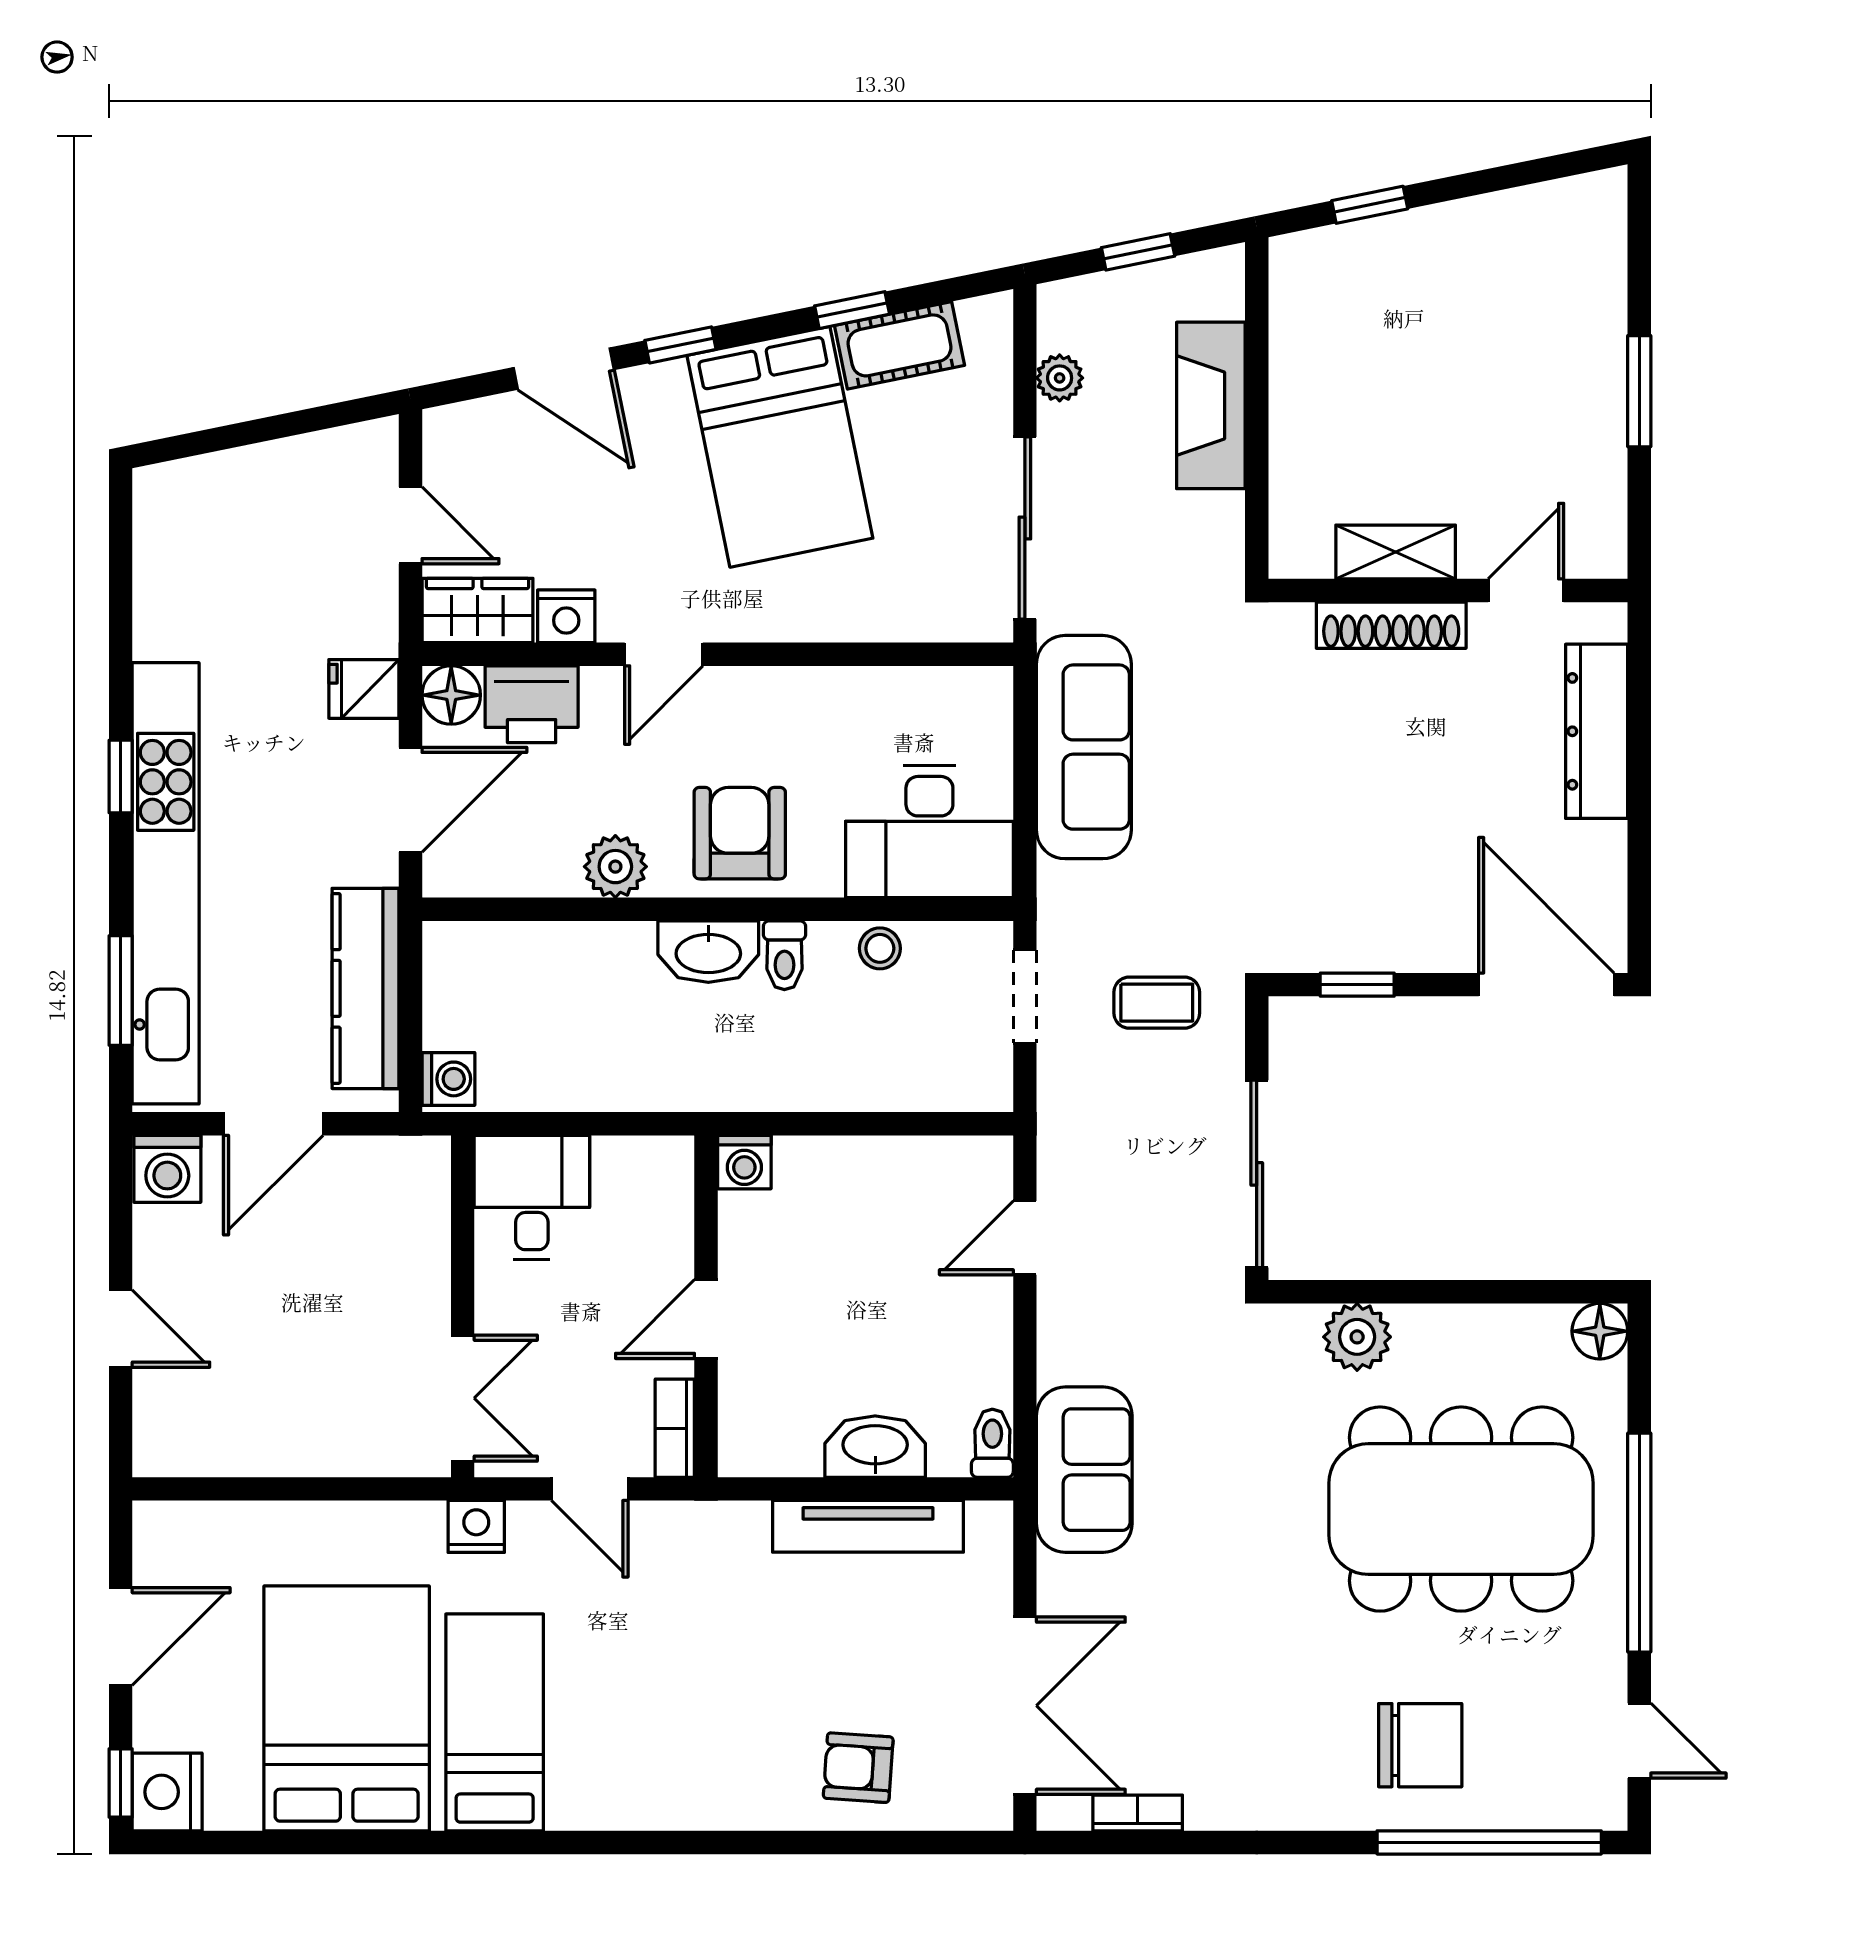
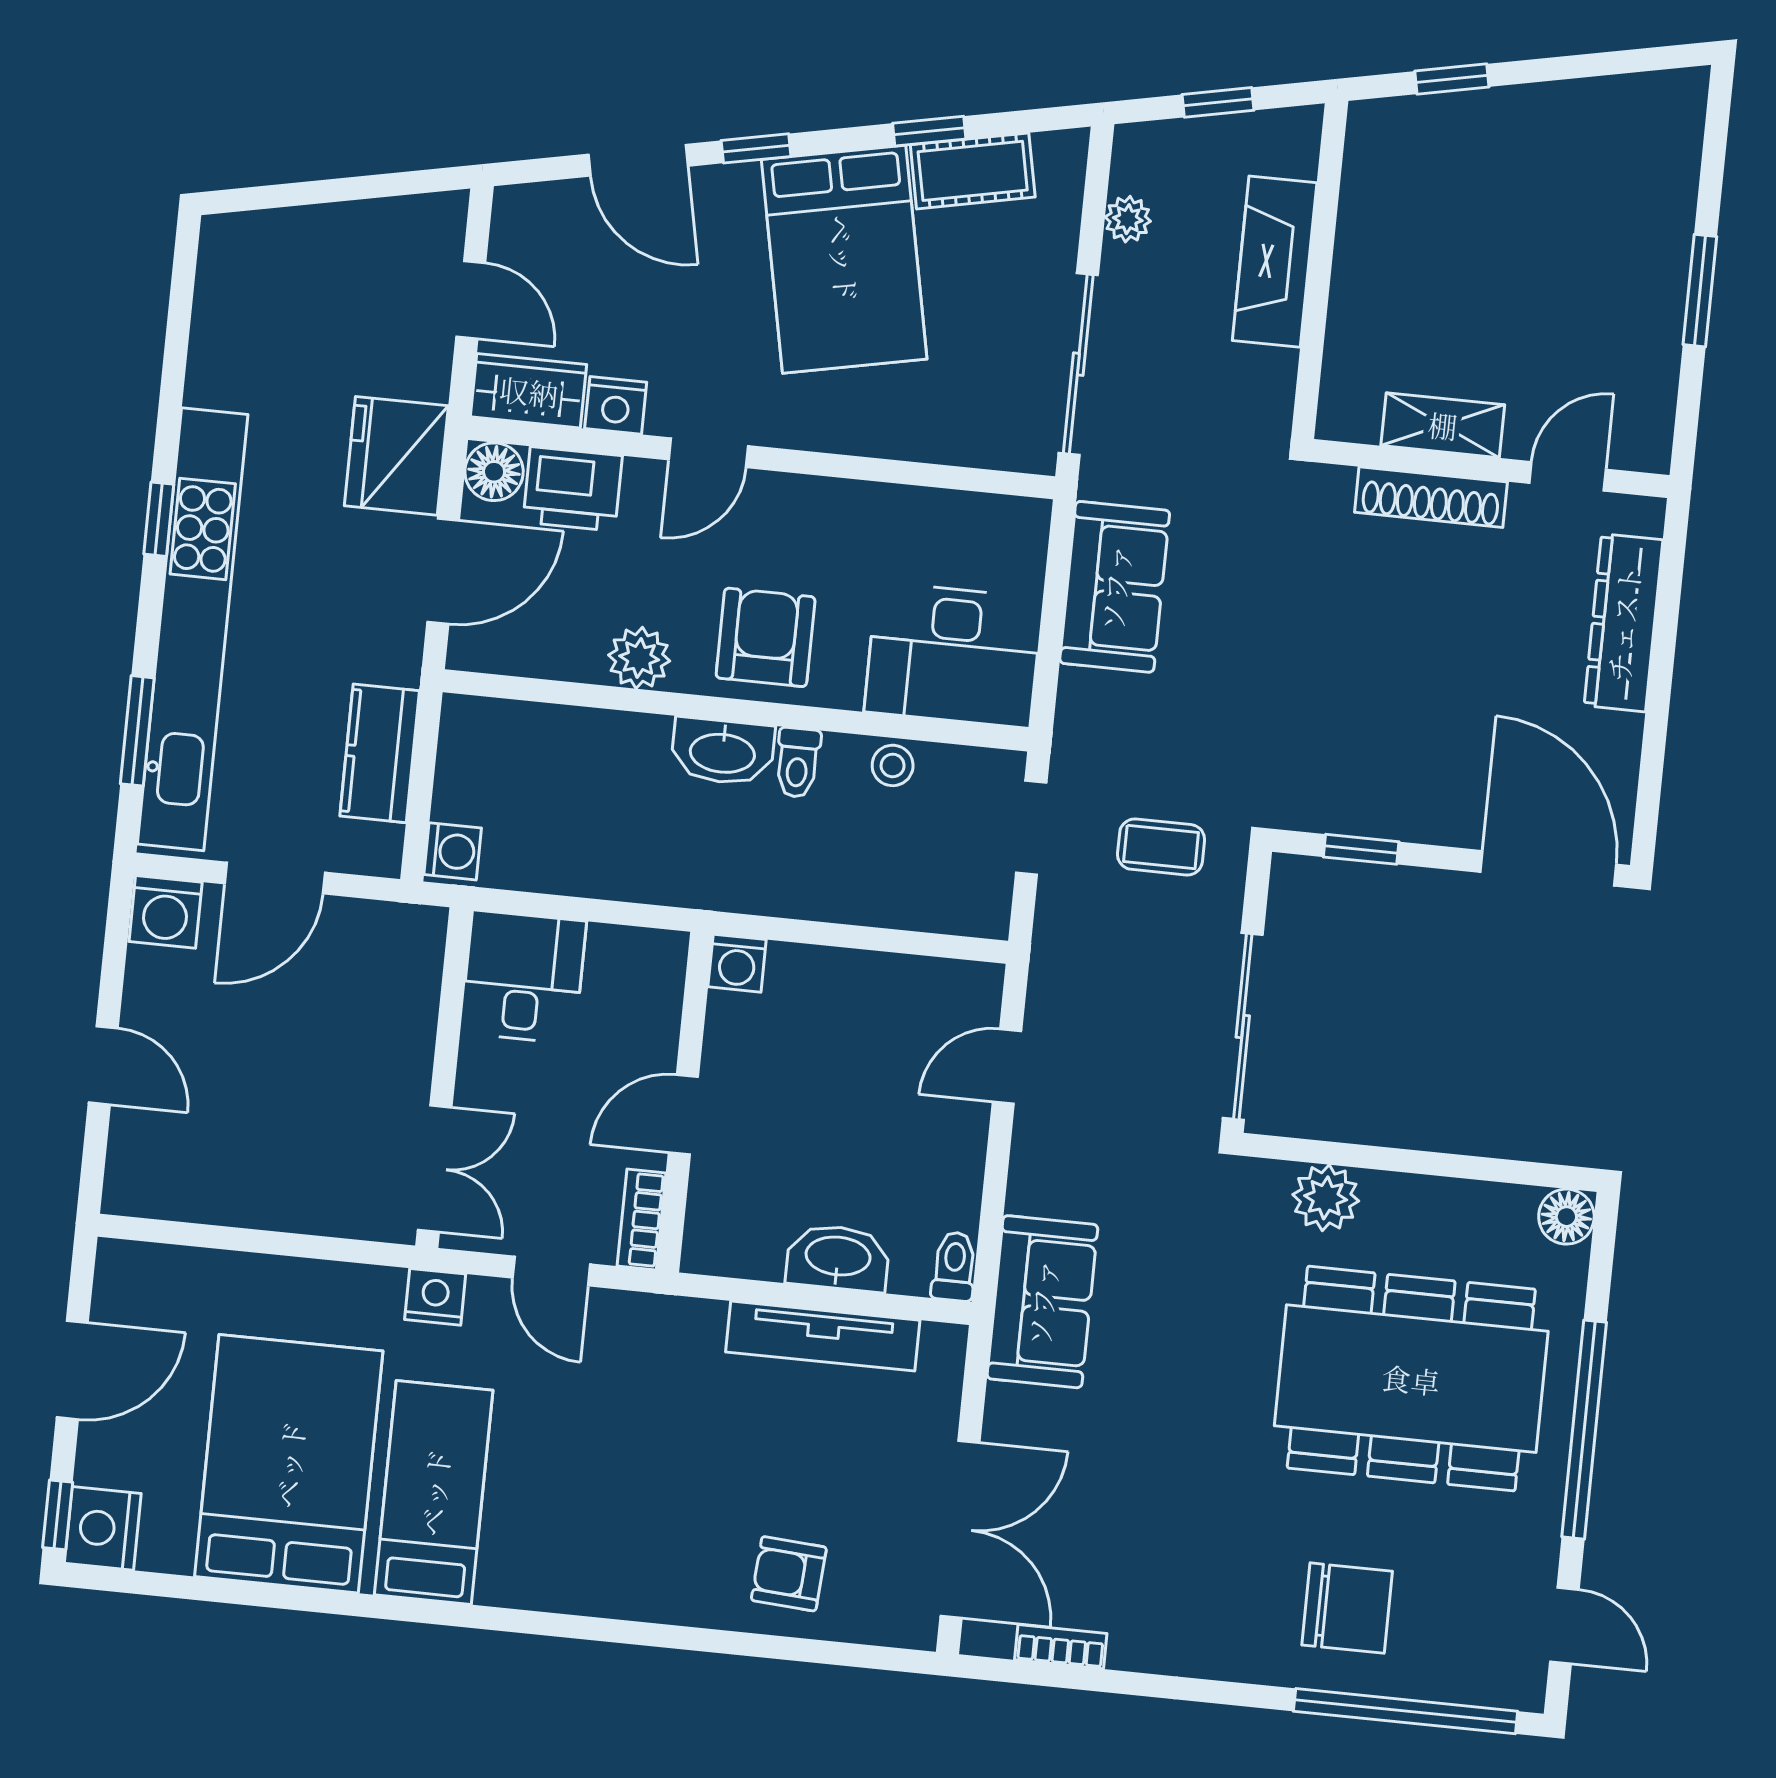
fridge: (364, 689) -> (396, 456), width x1.88, depth x1.34
sofa: (1084, 747) -> (1115, 587), width x0.73
kitchen counter: (365, 988) -> (380, 753), width x0.67

